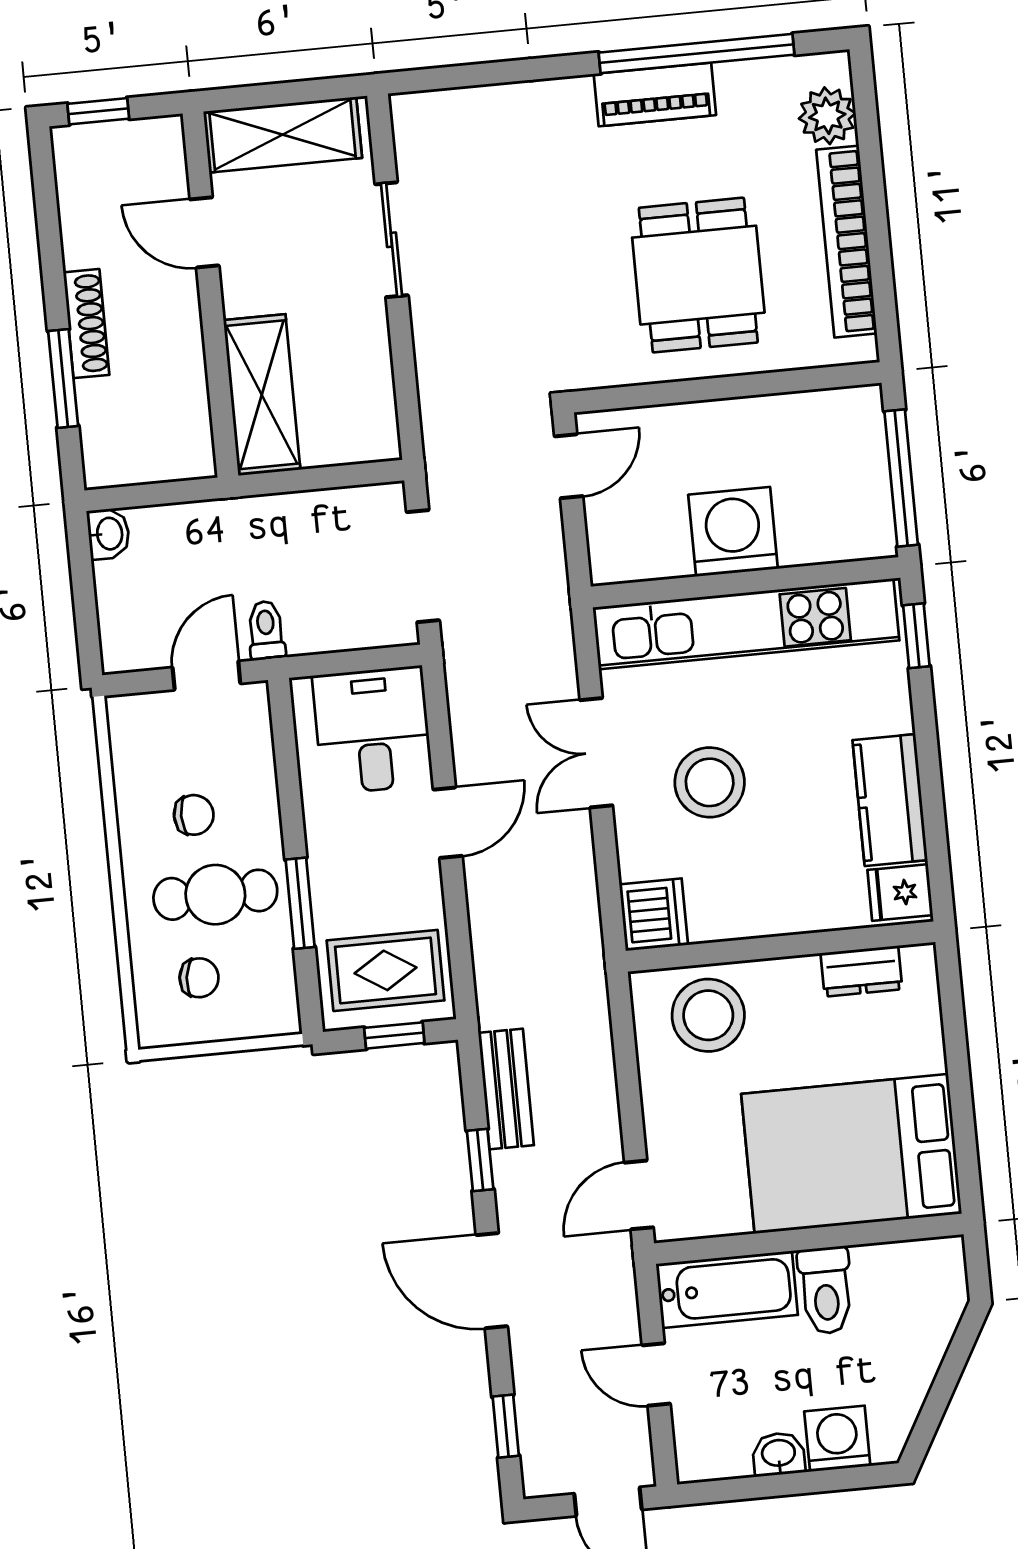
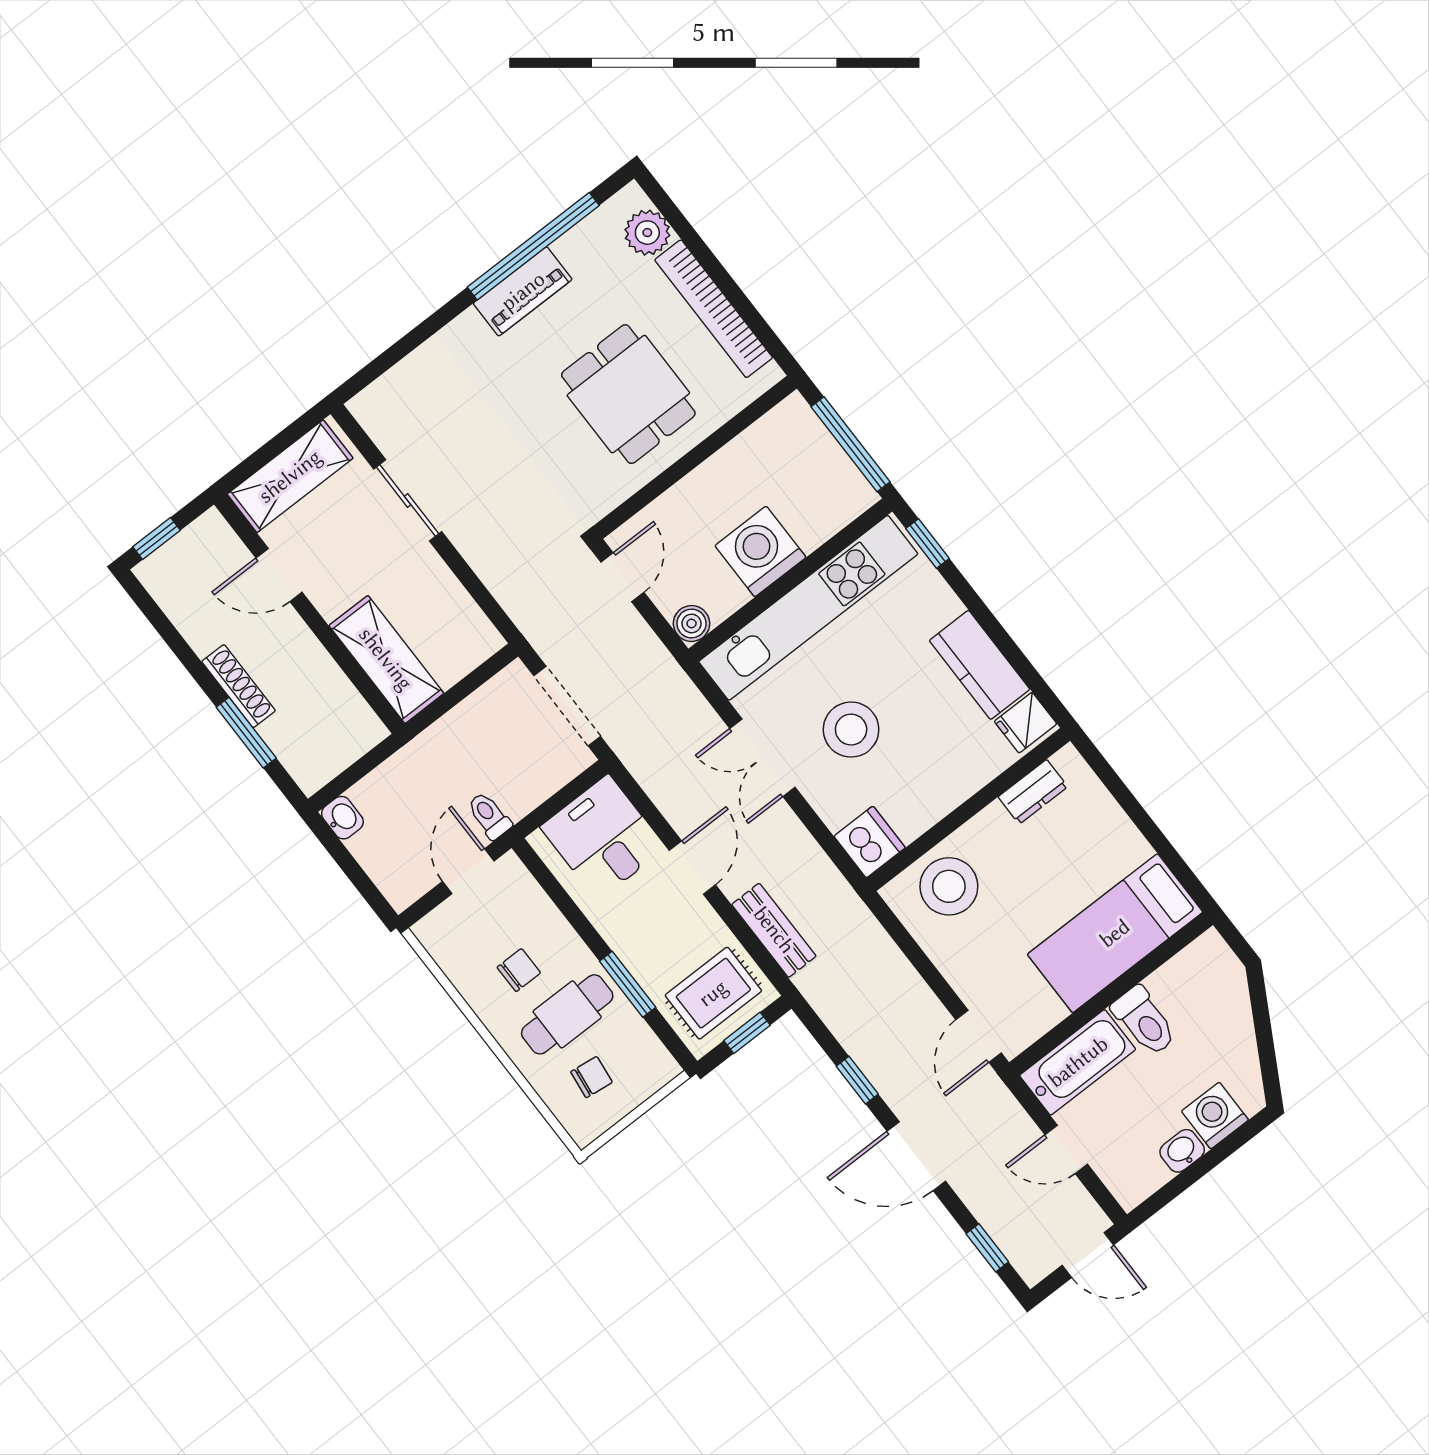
boiler: (611, 562) -> (692, 623), added
bench: (506, 1089) -> (774, 930), moved
bed: (851, 1154) -> (1115, 933), width x0.67

